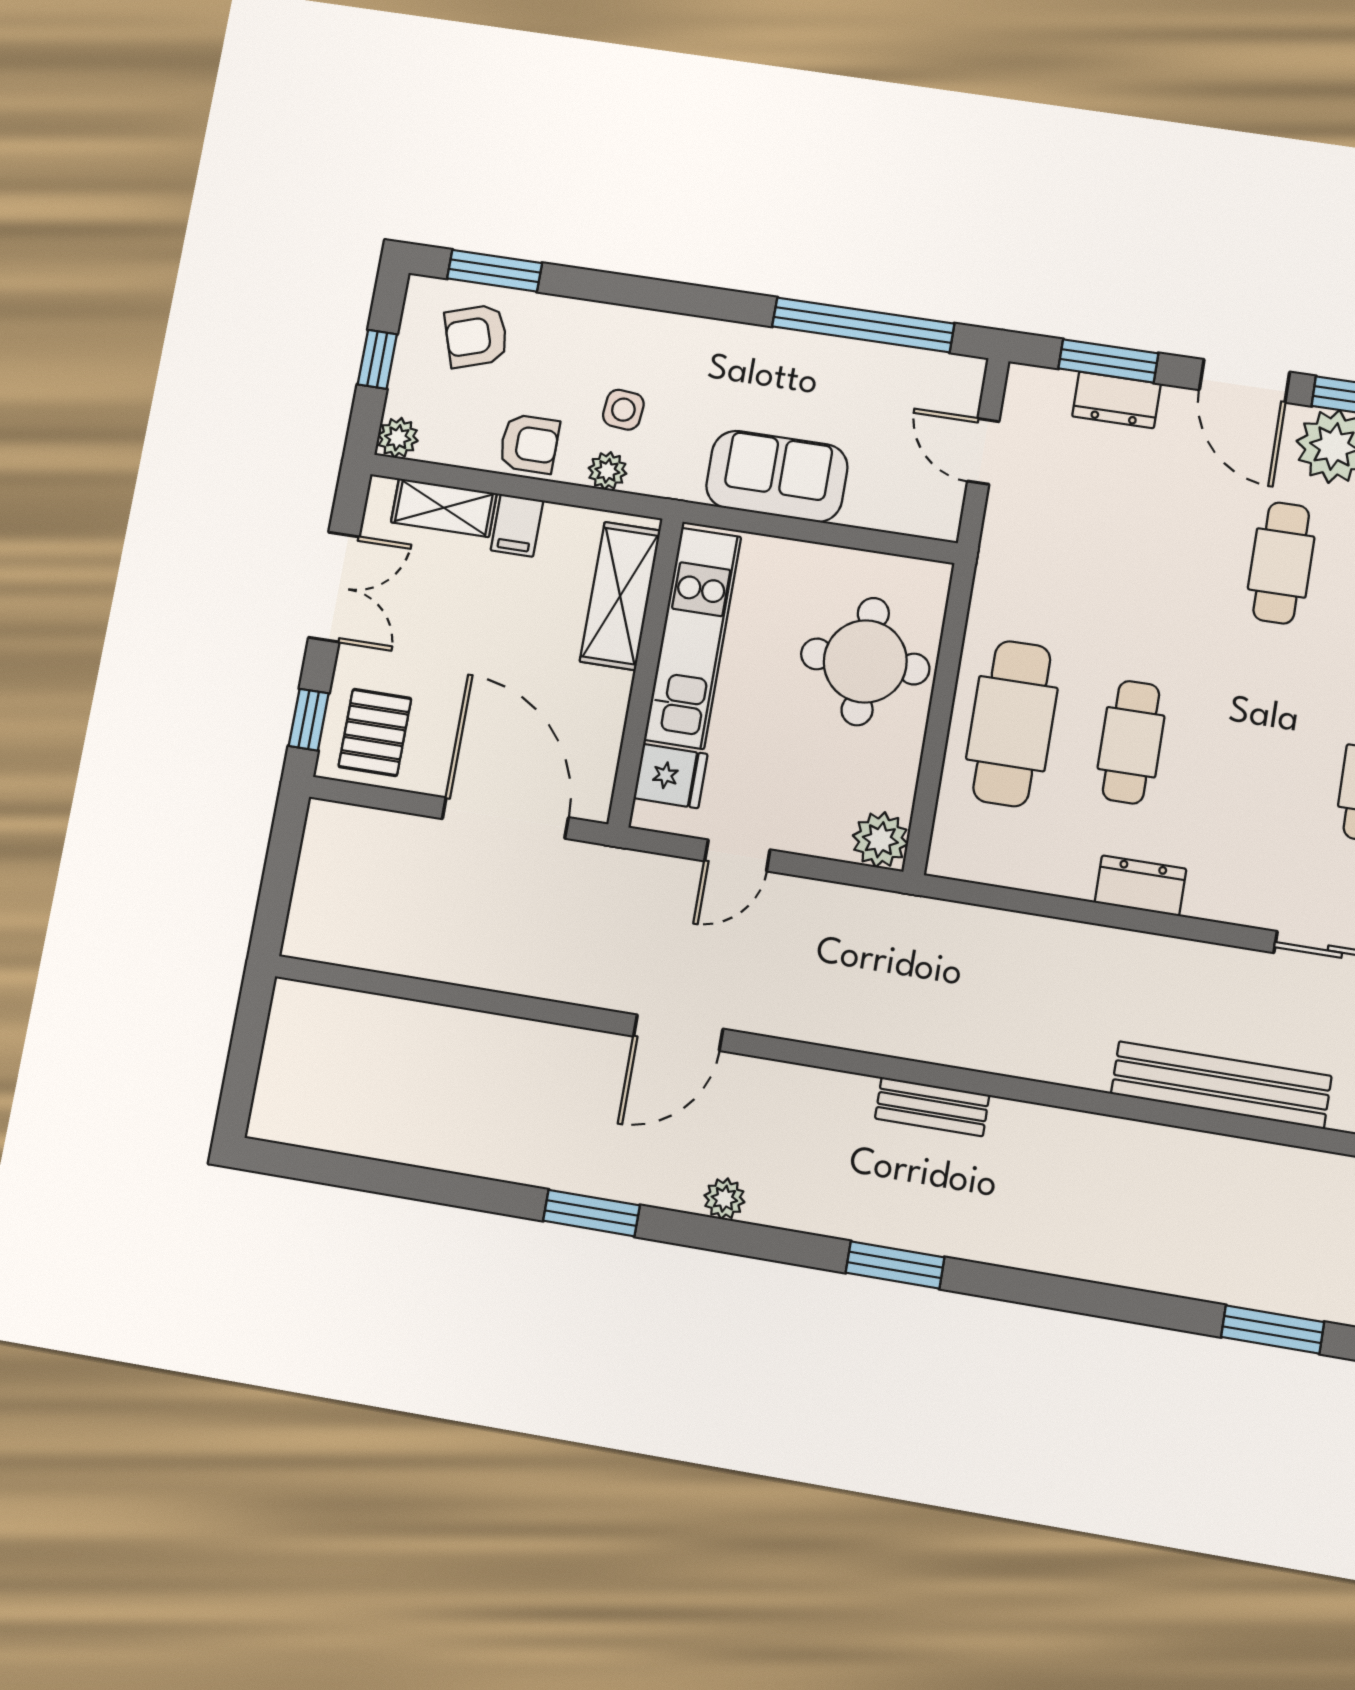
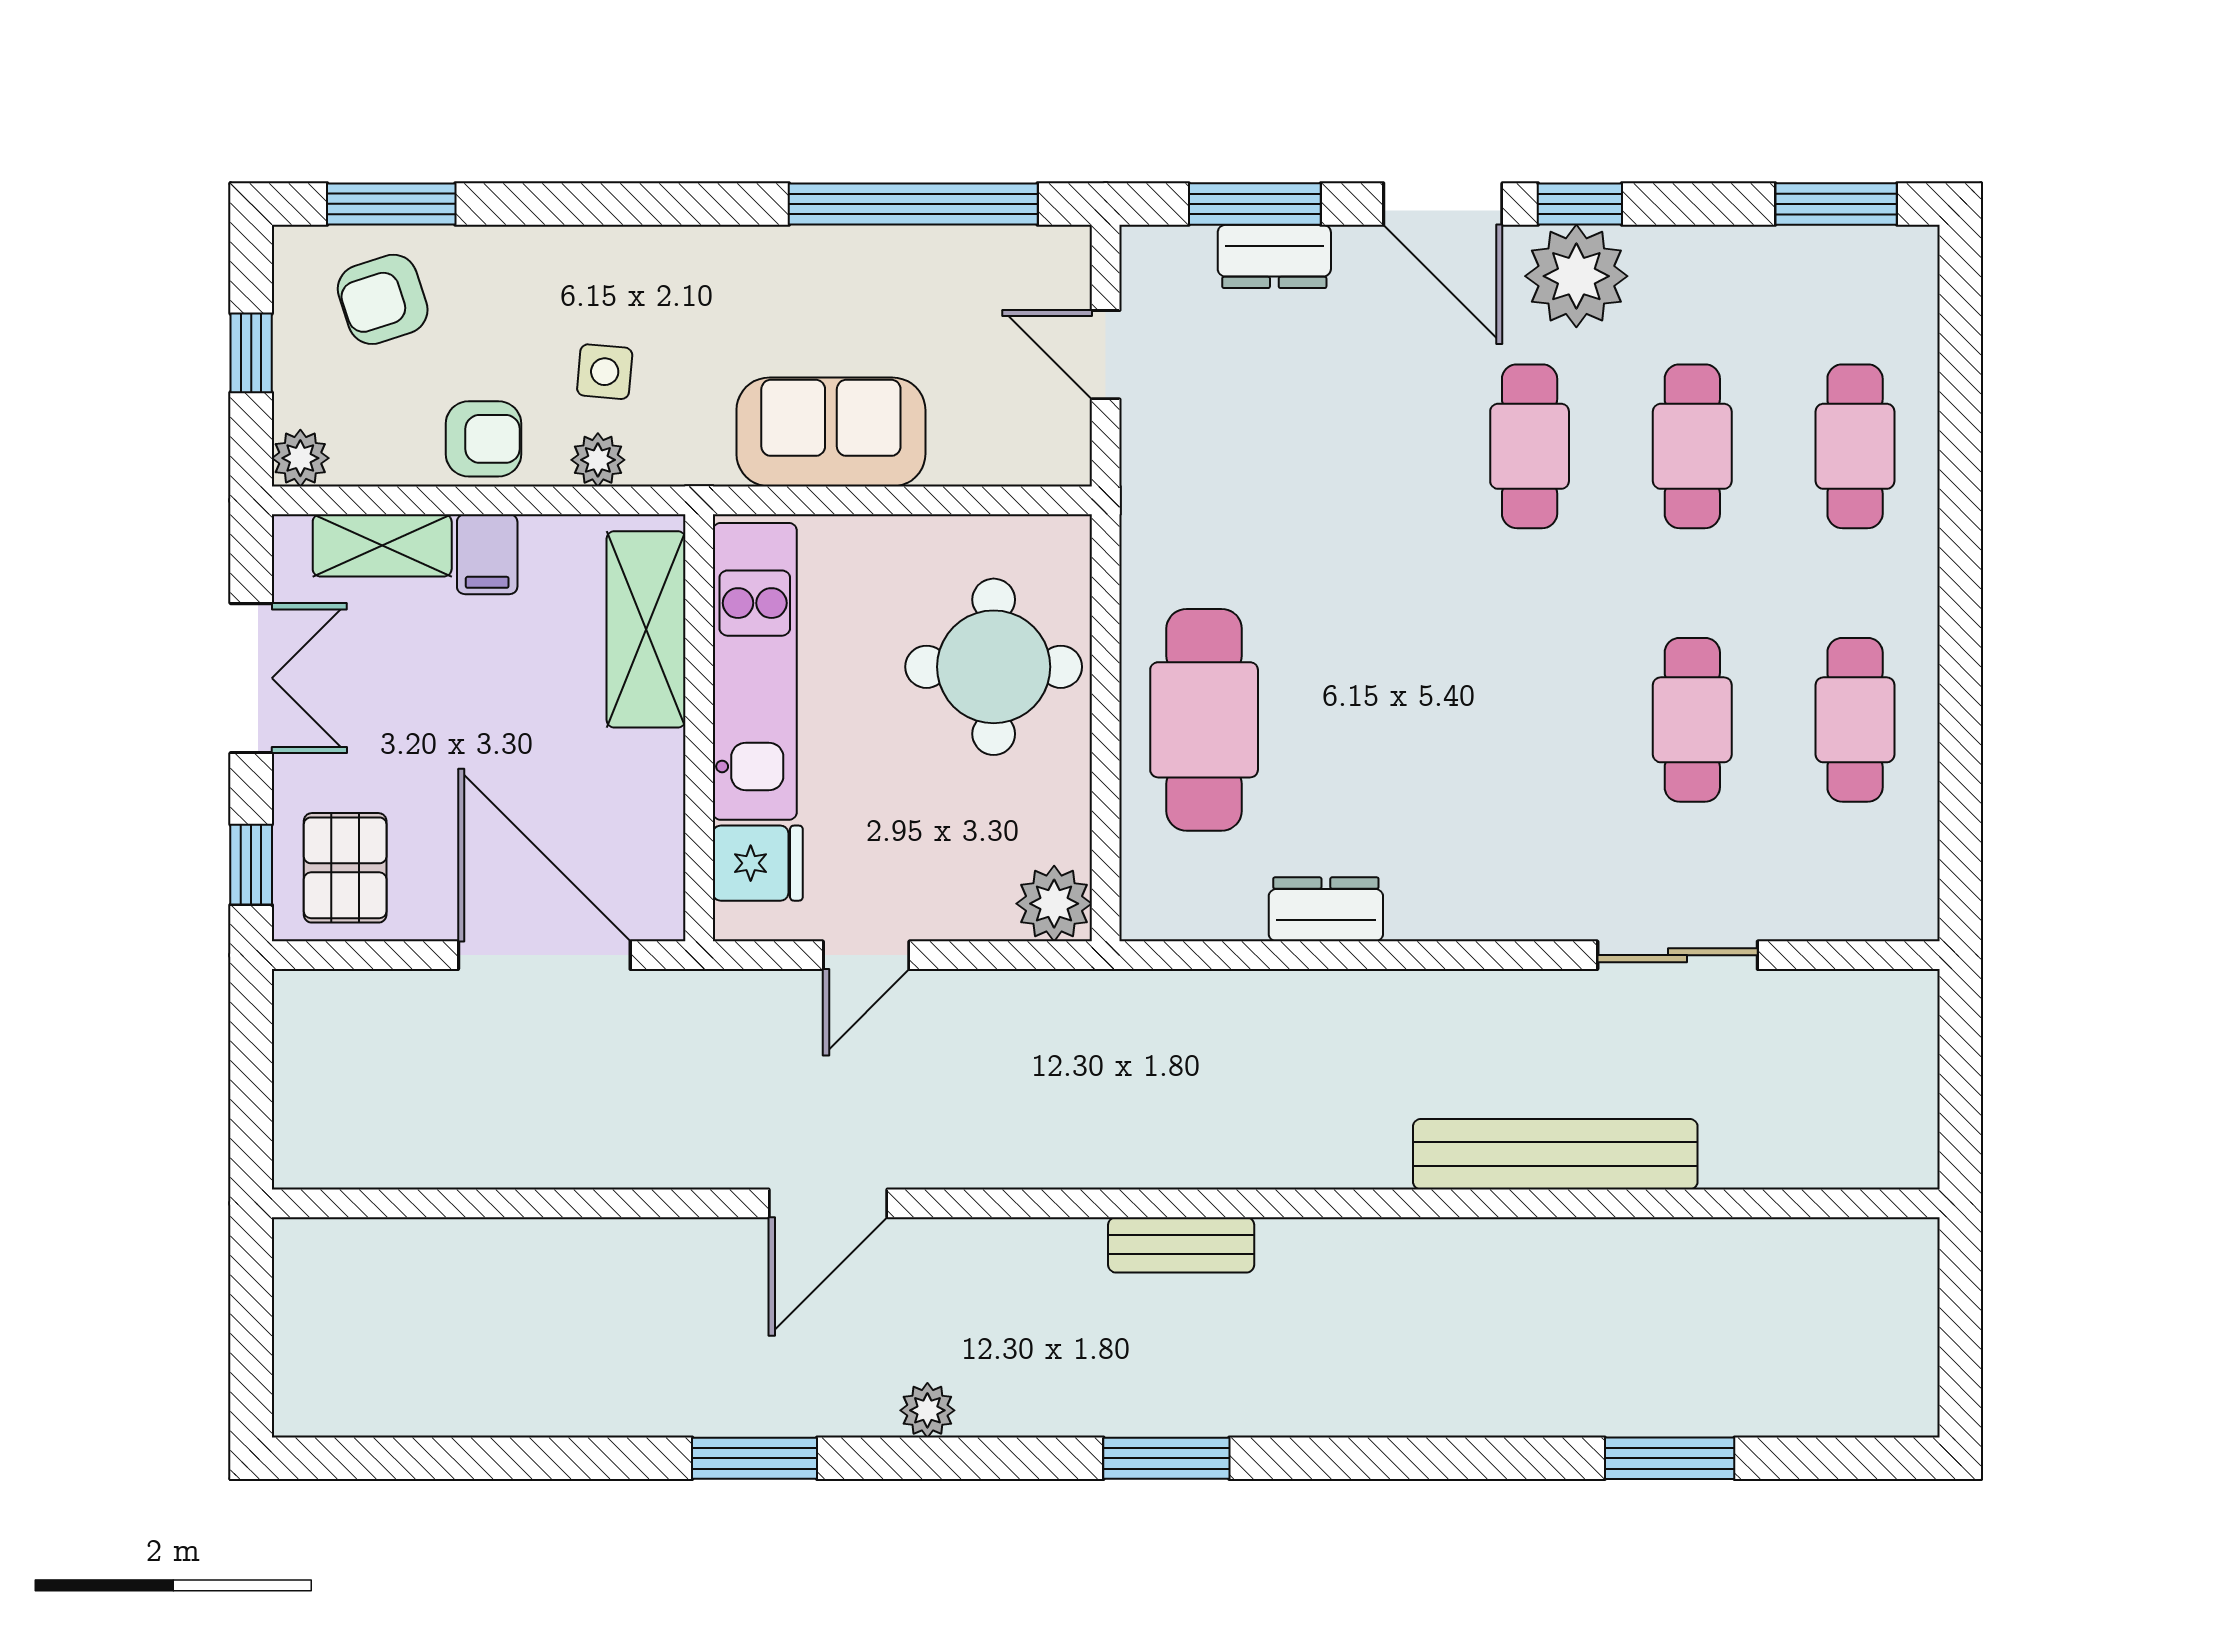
cafe table: (1131, 742) -> (1367, 720), removed
dresser: (1140, 886) -> (1326, 909), moved

